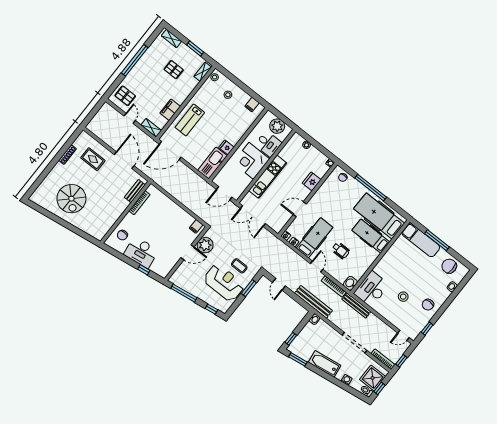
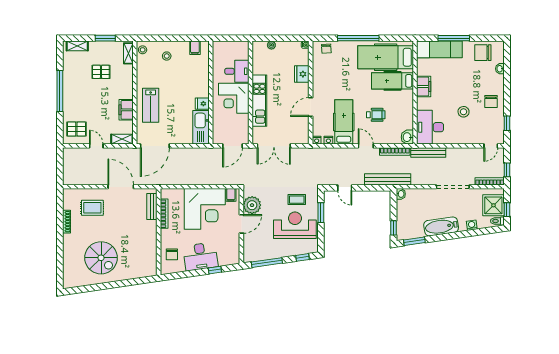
plant: (277, 126) -> (232, 49), removed
corner desk: (170, 222) -> (205, 209), added
filing cabinet: (389, 257) -> (424, 87), added

